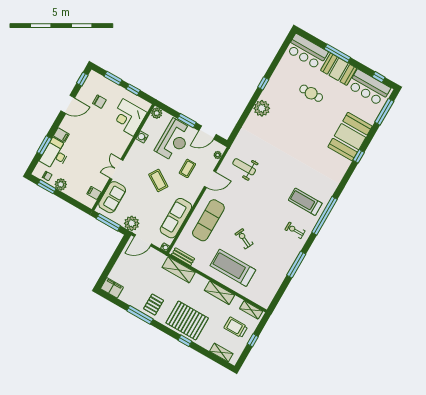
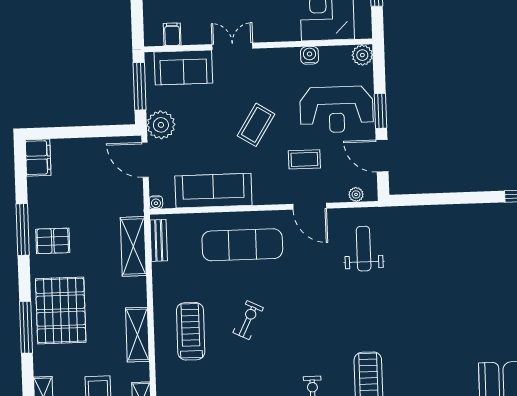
plant: (262, 108) -> (475, 219), removed
treadmill: (233, 268) -> (191, 331), width x0.73, depth x0.73
window: (185, 341) -> (26, 327), width x2.17

